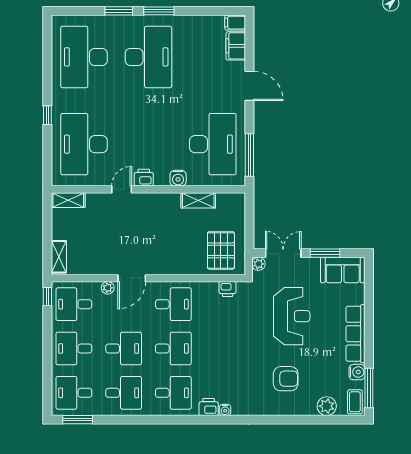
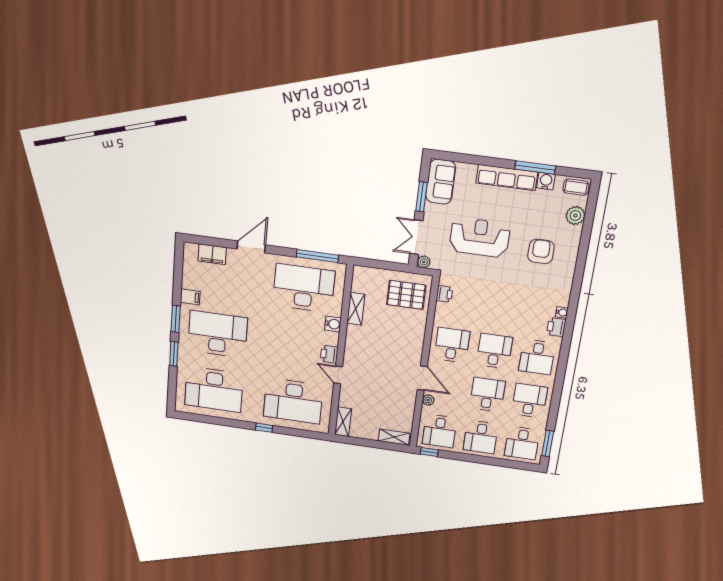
filing cabinet: (235, 23) -> (190, 297), moved, turned -90
window: (369, 388) -> (535, 167), moved
desk: (173, 393) -> (537, 357), turned 180

